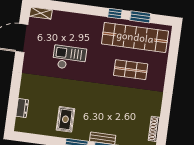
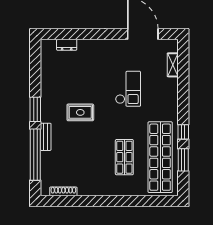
shelving: (41, 13) -> (173, 65), moved
rug: (65, 119) -> (80, 112), moved

